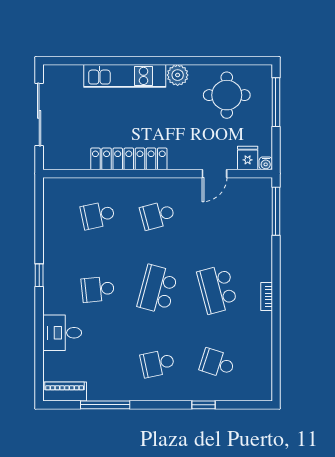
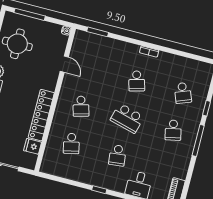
fridge: (248, 158) -> (33, 146), moved
window: (276, 211) -> (98, 32), width x0.69
school desk: (217, 289) -> (137, 81), width x0.54
school desk: (217, 363) -> (183, 93), turned -39
window: (105, 405) -> (198, 140), moved

